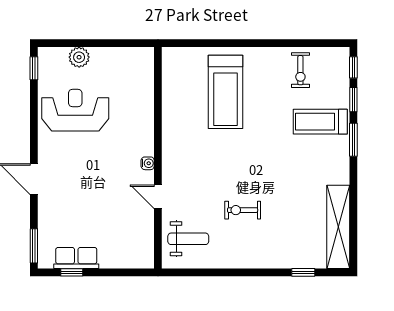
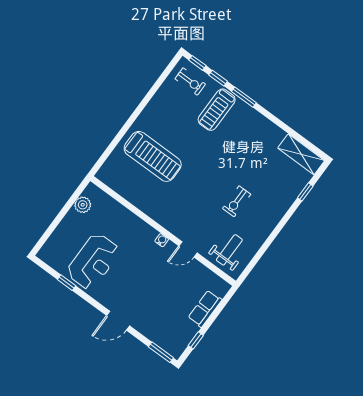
plant: (79, 57) -> (83, 205), moved
window: (34, 68) -> (67, 283), moved
exercise bike: (300, 70) -> (190, 81), moved
reception desk: (75, 110) -> (93, 261), turned 180
shelving: (338, 227) -> (301, 154), width x0.68
row of seats: (76, 258) -> (205, 309), moved

